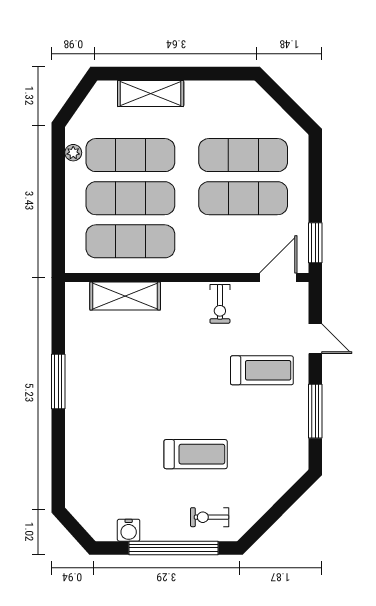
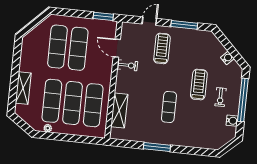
door: (278, 278) -> (117, 48), moved
exercise mat: (143, 397) -> (169, 107), added
water cooler: (257, 507) -> (227, 58), added
exercise bike: (210, 517) -> (220, 97), moved

